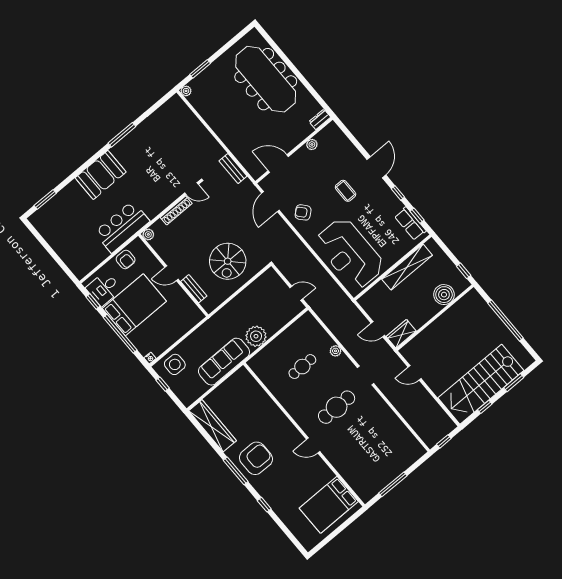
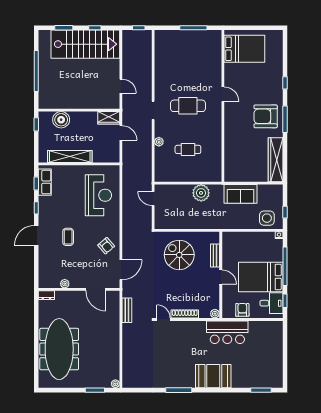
reception desk: (350, 253) -> (98, 195), width x0.74, depth x0.77
spiral stairs: (228, 261) -> (179, 255), turned -90
sofa: (224, 362) -> (240, 194), width x0.73

